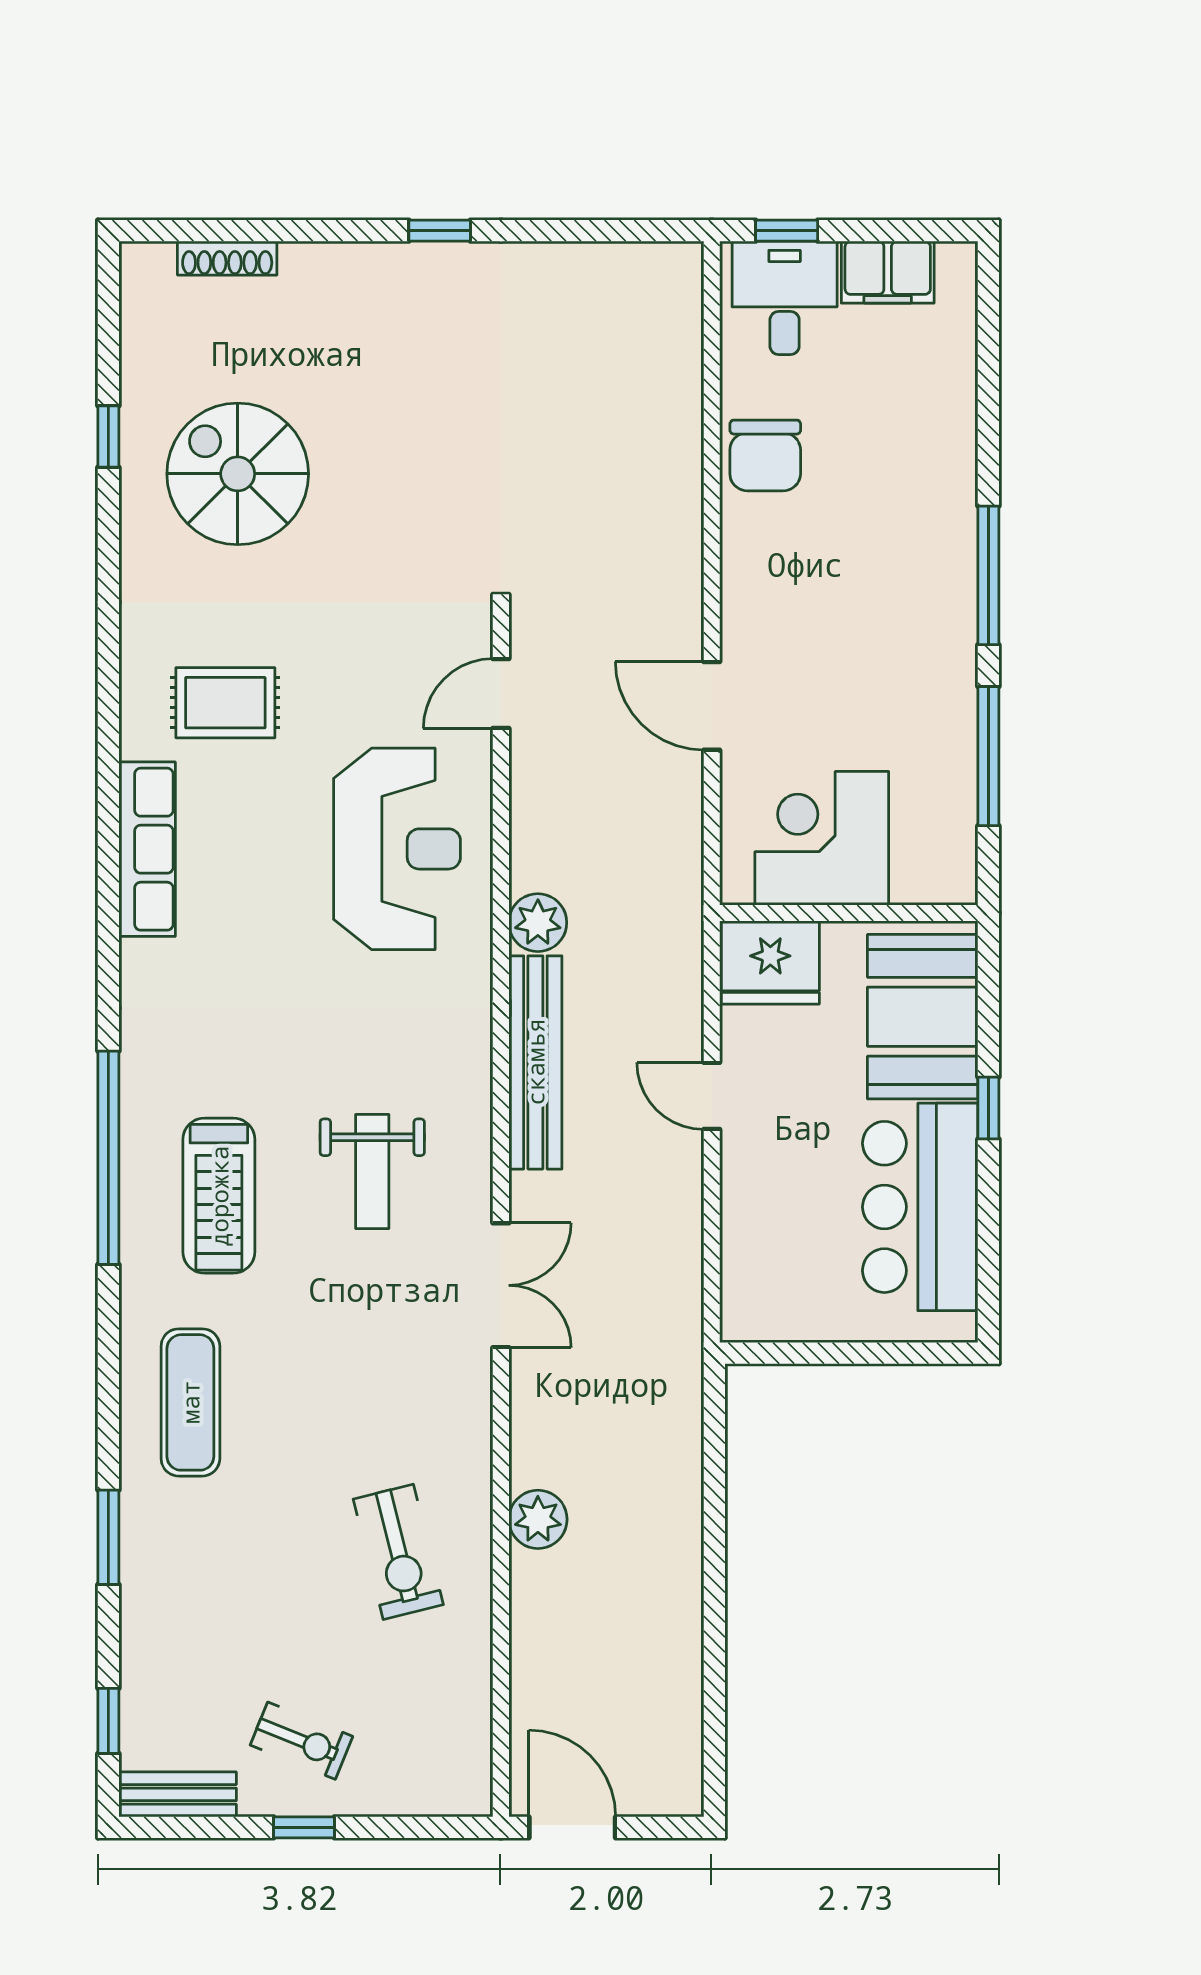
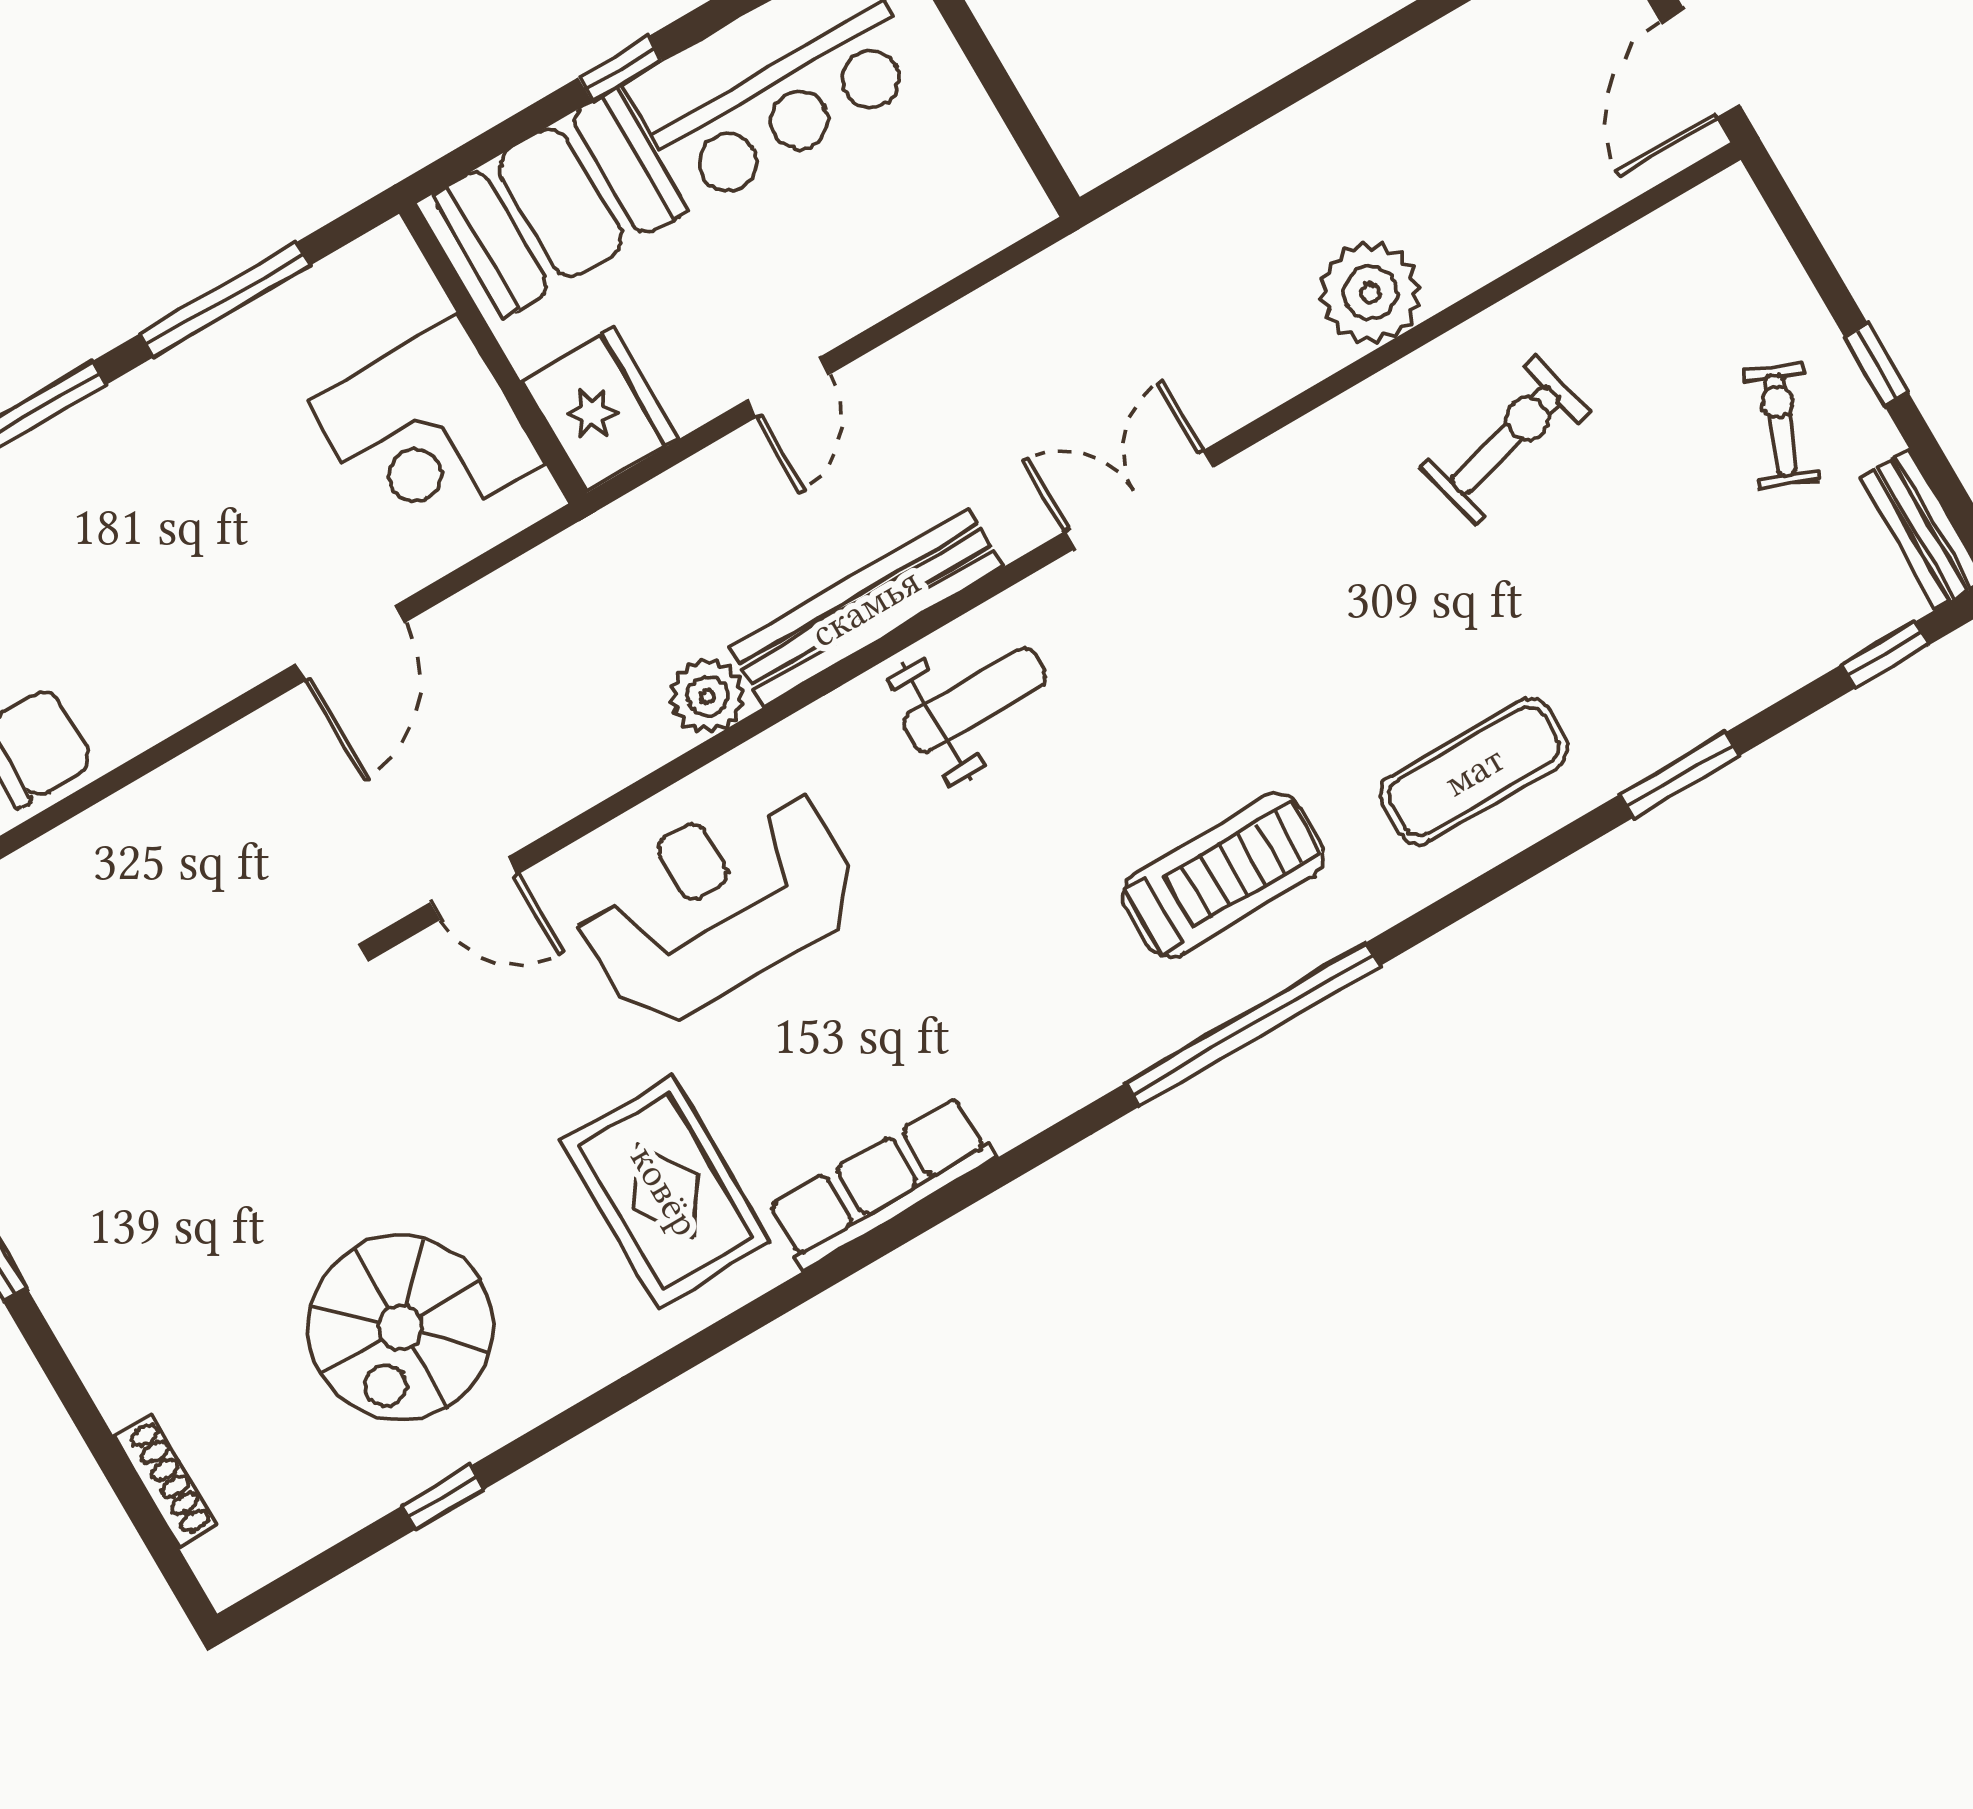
rug: (225, 703) -> (665, 1191), width x1.36, depth x1.43
weight bench: (372, 1171) -> (975, 700), moved
plant: (538, 1519) -> (1370, 293), width x1.36, depth x1.36

